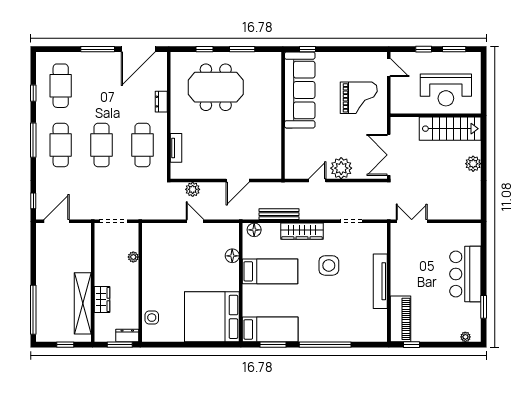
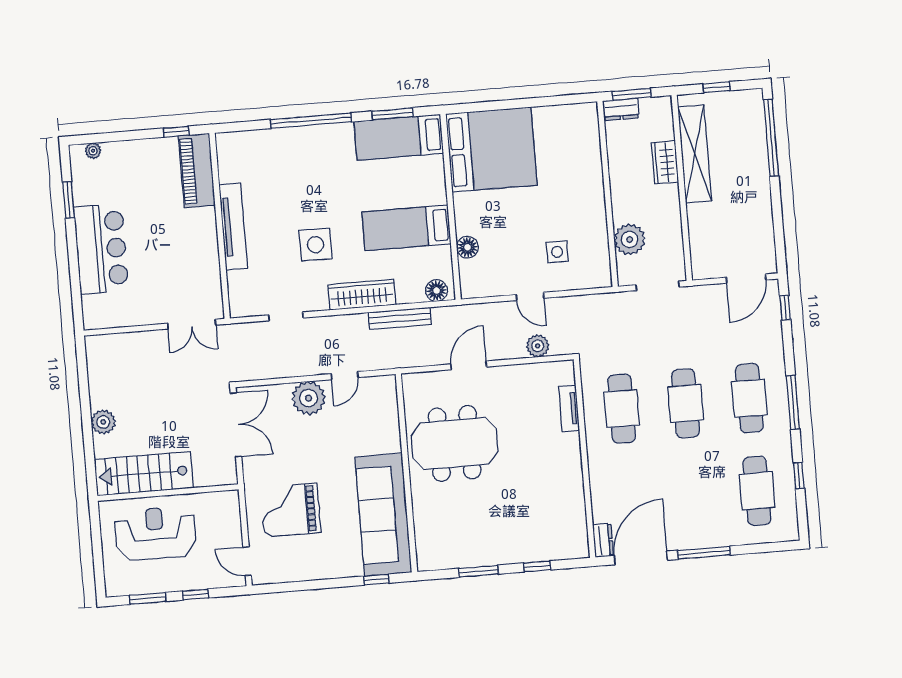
meeting table: (216, 87) -> (455, 443), moved
dresser: (161, 102) -> (603, 540), moved
plant: (133, 257) -> (630, 239), width x1.88, depth x1.88
side table: (152, 318) -> (557, 252), moved

